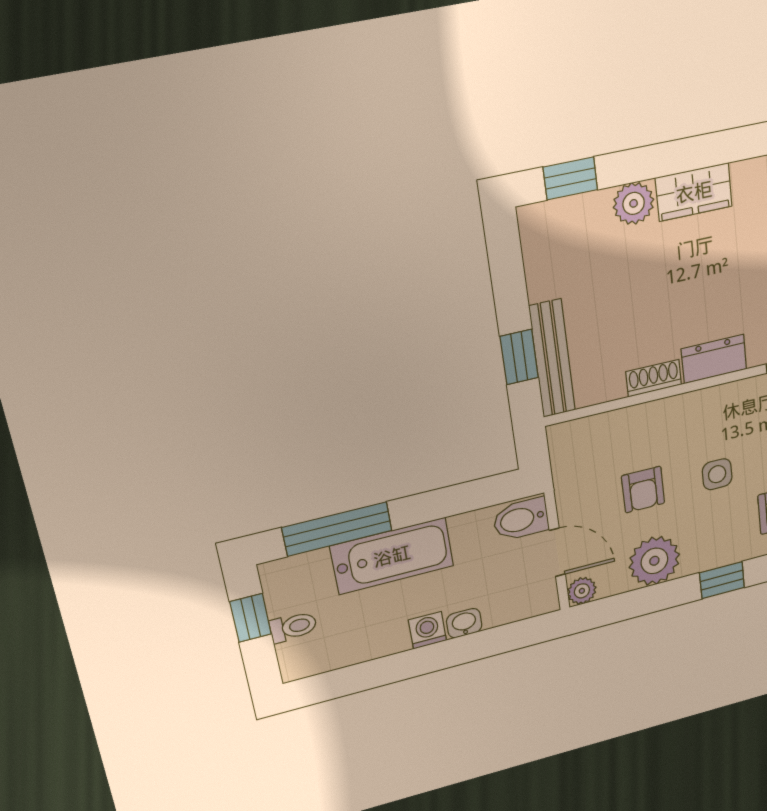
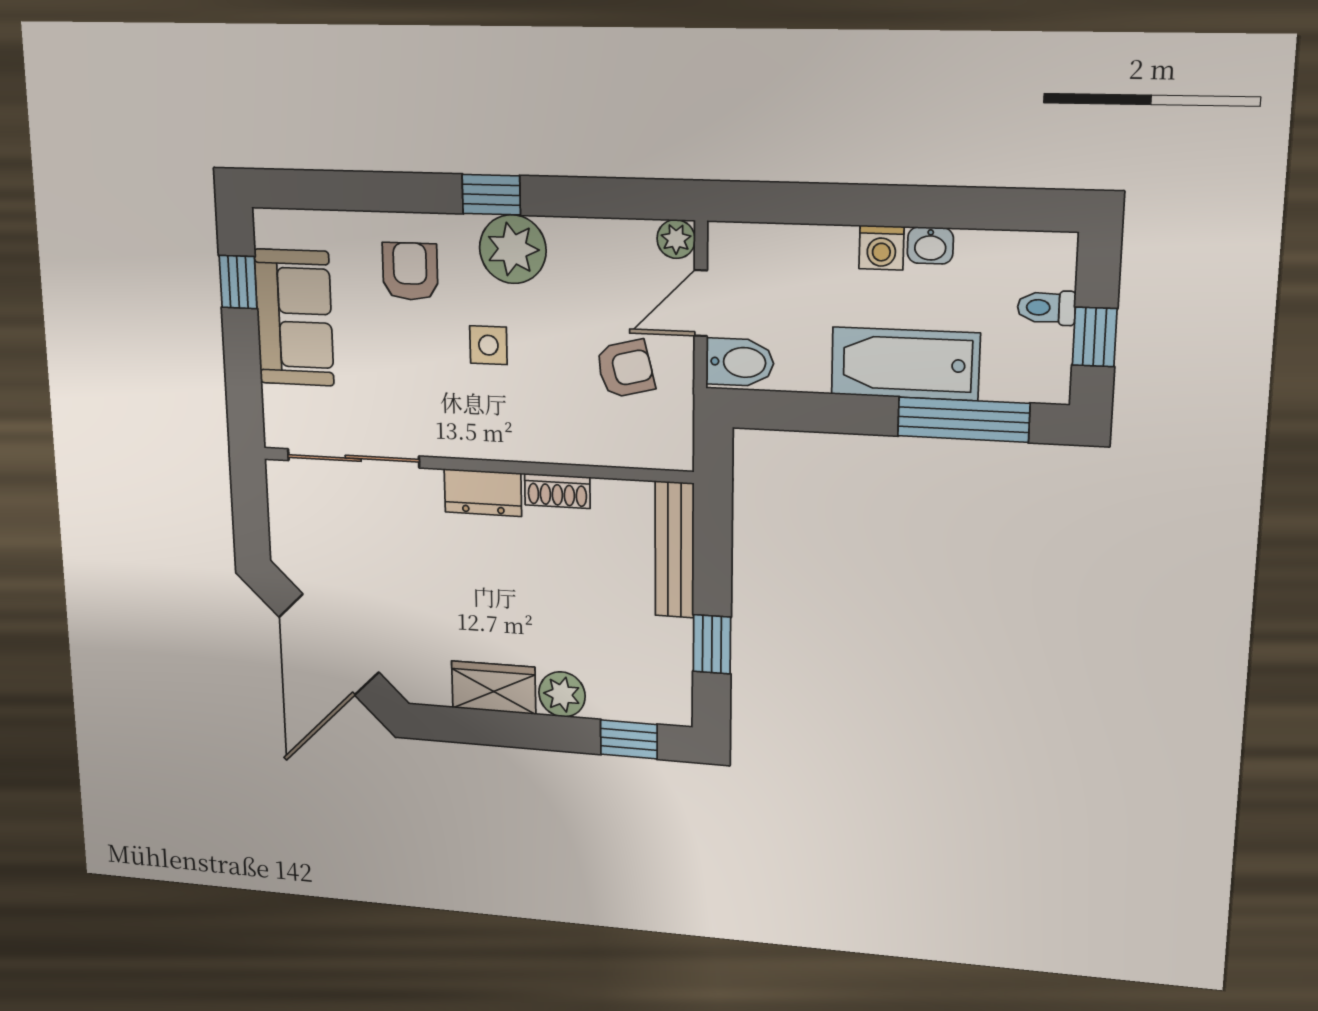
window: (519, 357) -> (712, 644), moved
armchair: (643, 490) -> (625, 369), moved, turned 76
door: (557, 552) -> (701, 303), hinge flipped
plant: (654, 561) -> (513, 249), moved
washbasin: (464, 623) -> (930, 245), moved

